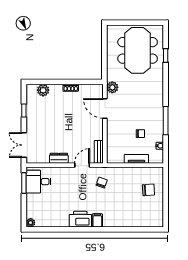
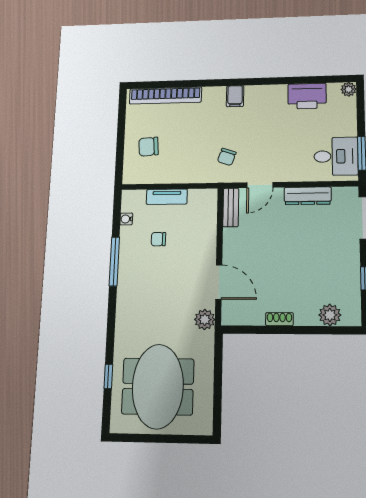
dresser: (59, 158) -> (308, 196), width x1.44
printer: (80, 219) -> (307, 96), moved
bookcase: (139, 222) -> (165, 96), added

